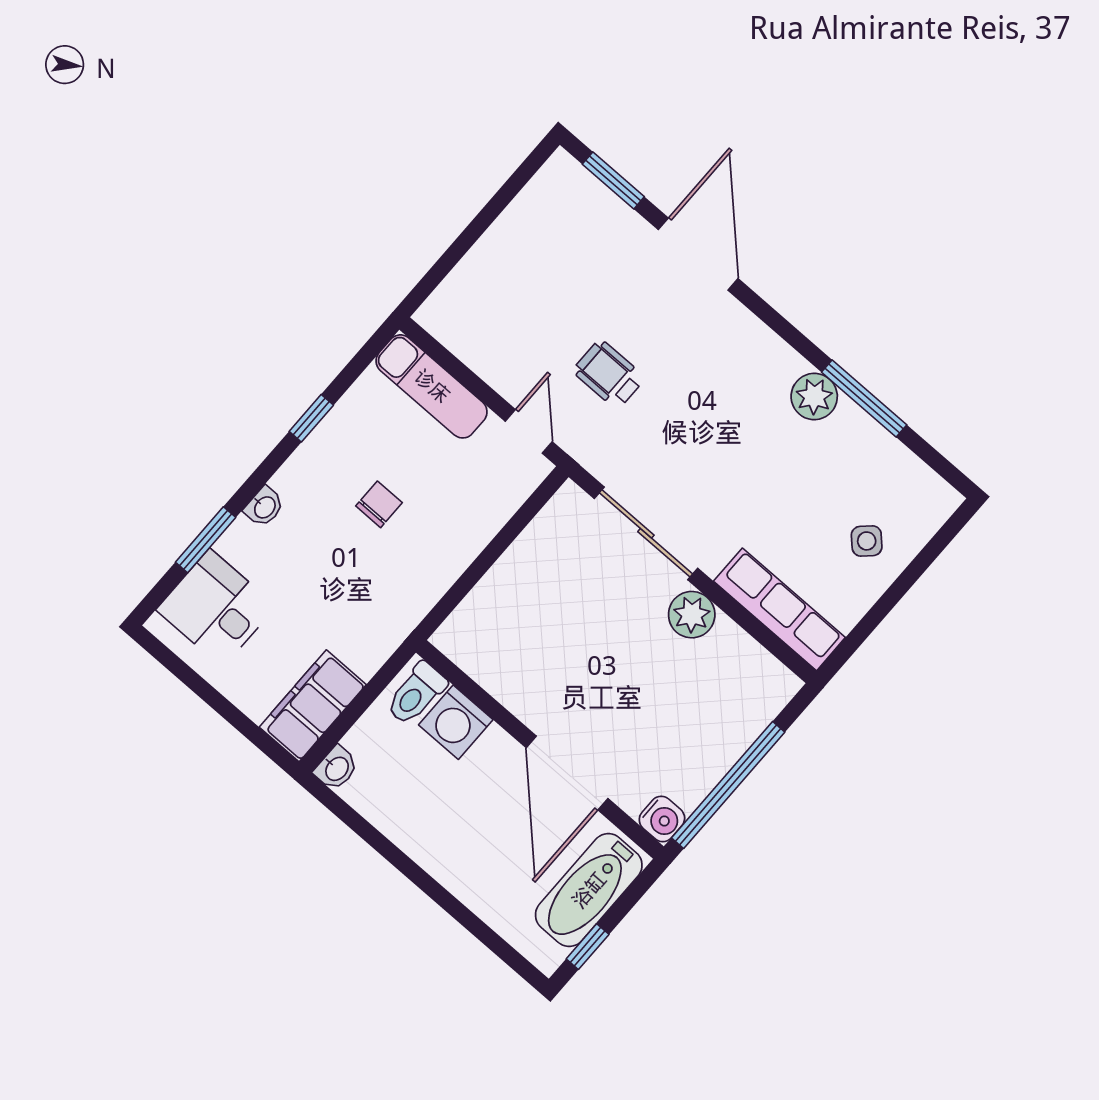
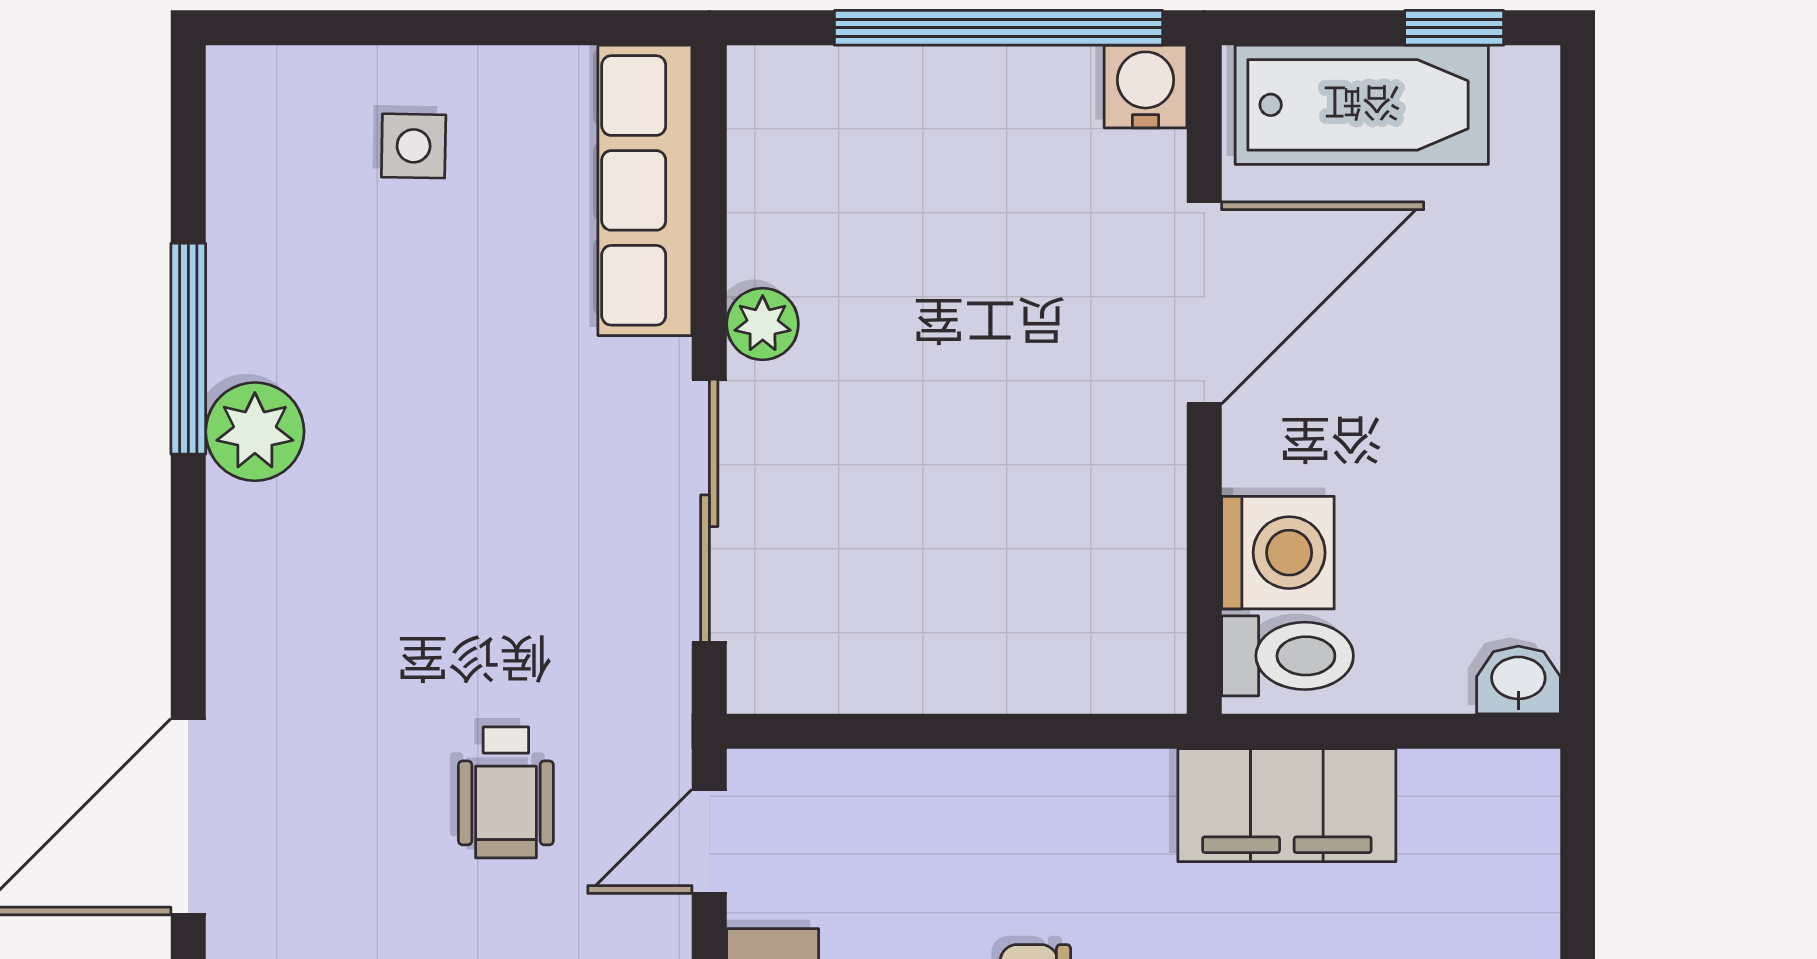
side table: (867, 541) -> (414, 146), turned 45
plant: (692, 615) -> (763, 324), width x0.73, depth x0.73
filing cabinet: (313, 706) -> (1287, 805), moved

